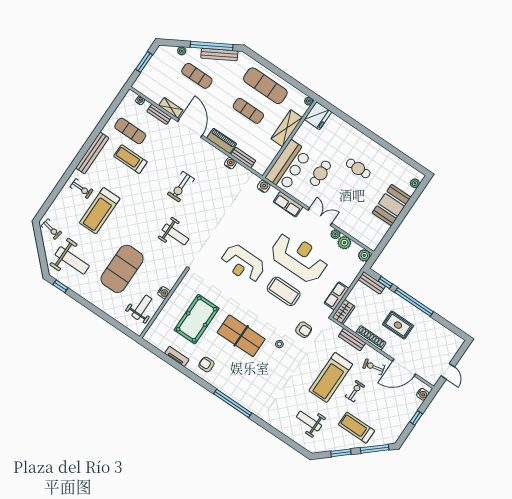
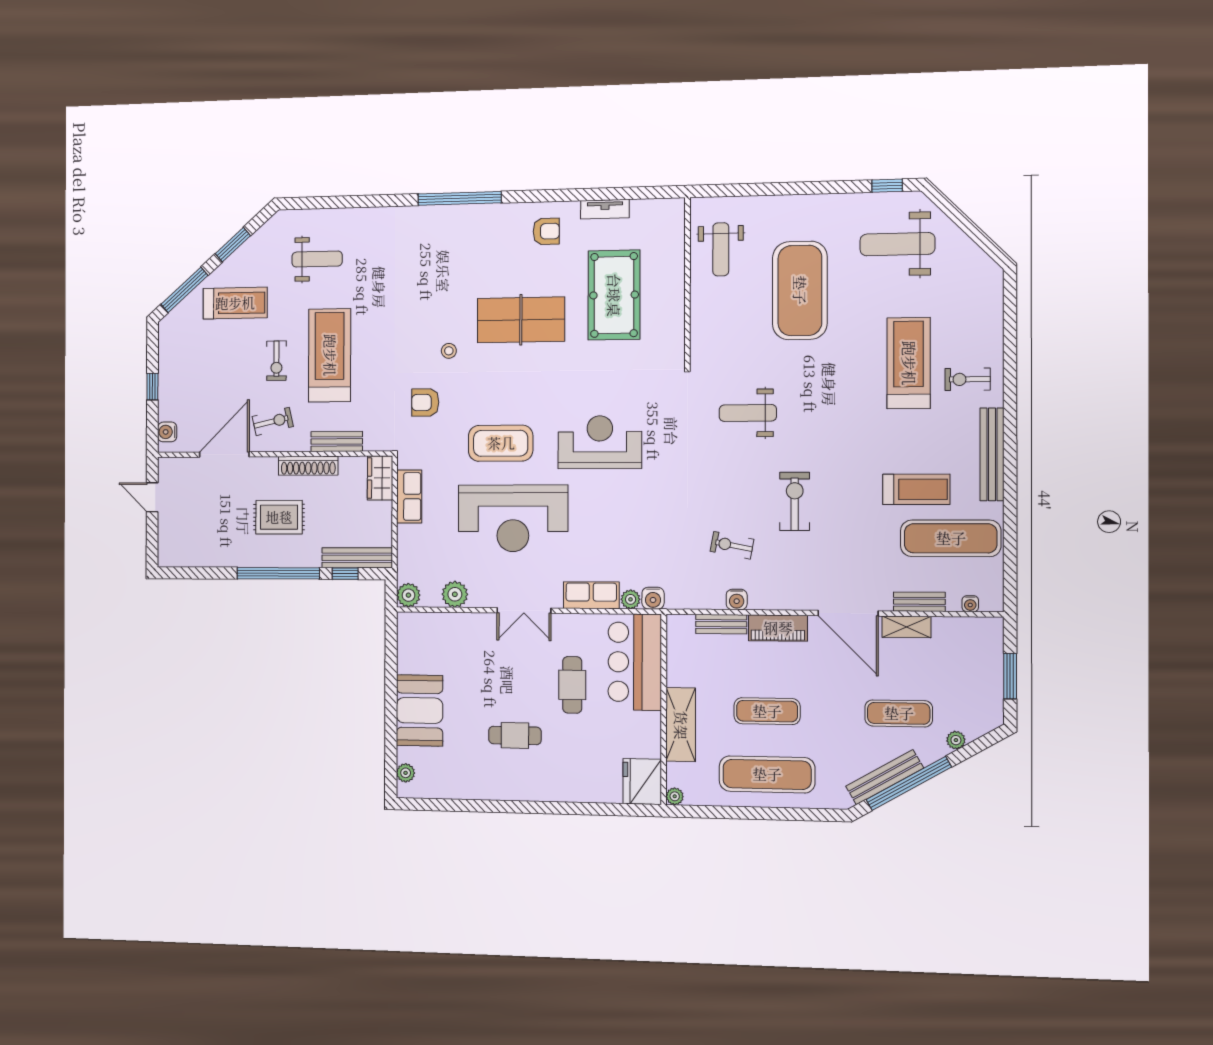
exercise mat: (130, 131) -> (951, 538), width x1.36, depth x1.45
exercise bike: (51, 229) -> (732, 545), moved
plant: (335, 234) -> (631, 599), moved
bench: (372, 283) -> (357, 558), width x1.36
water cooler: (164, 293) -> (700, 300), removed

